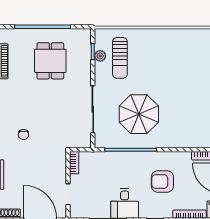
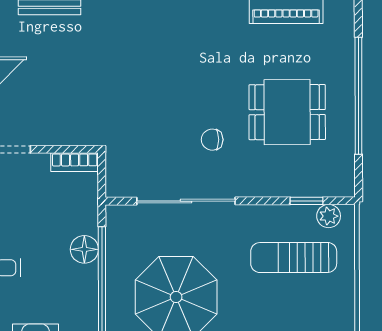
plant: (100, 56) -> (329, 216), moved
chair: (23, 135) -> (212, 140), moved
floor lamp: (116, 158) -> (84, 249), added

